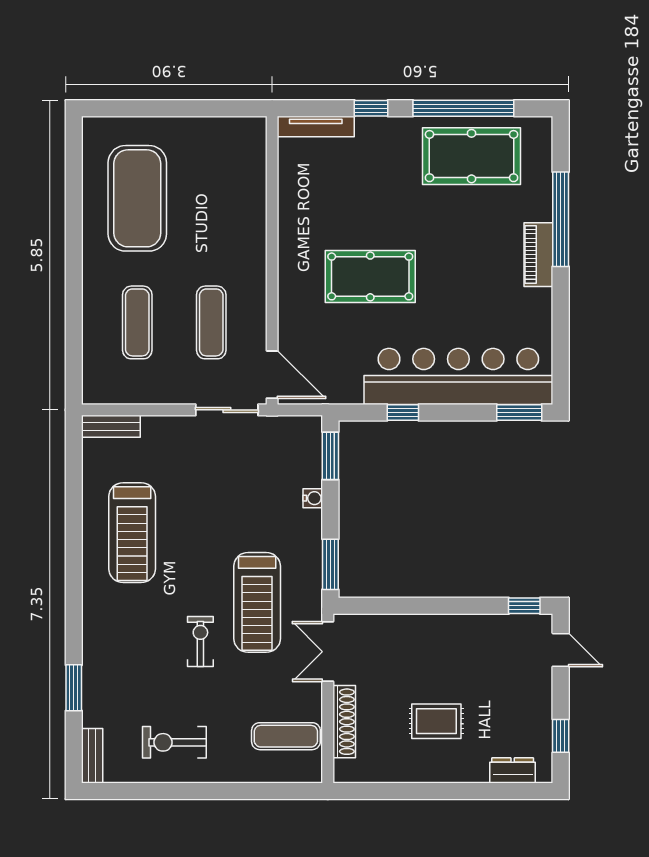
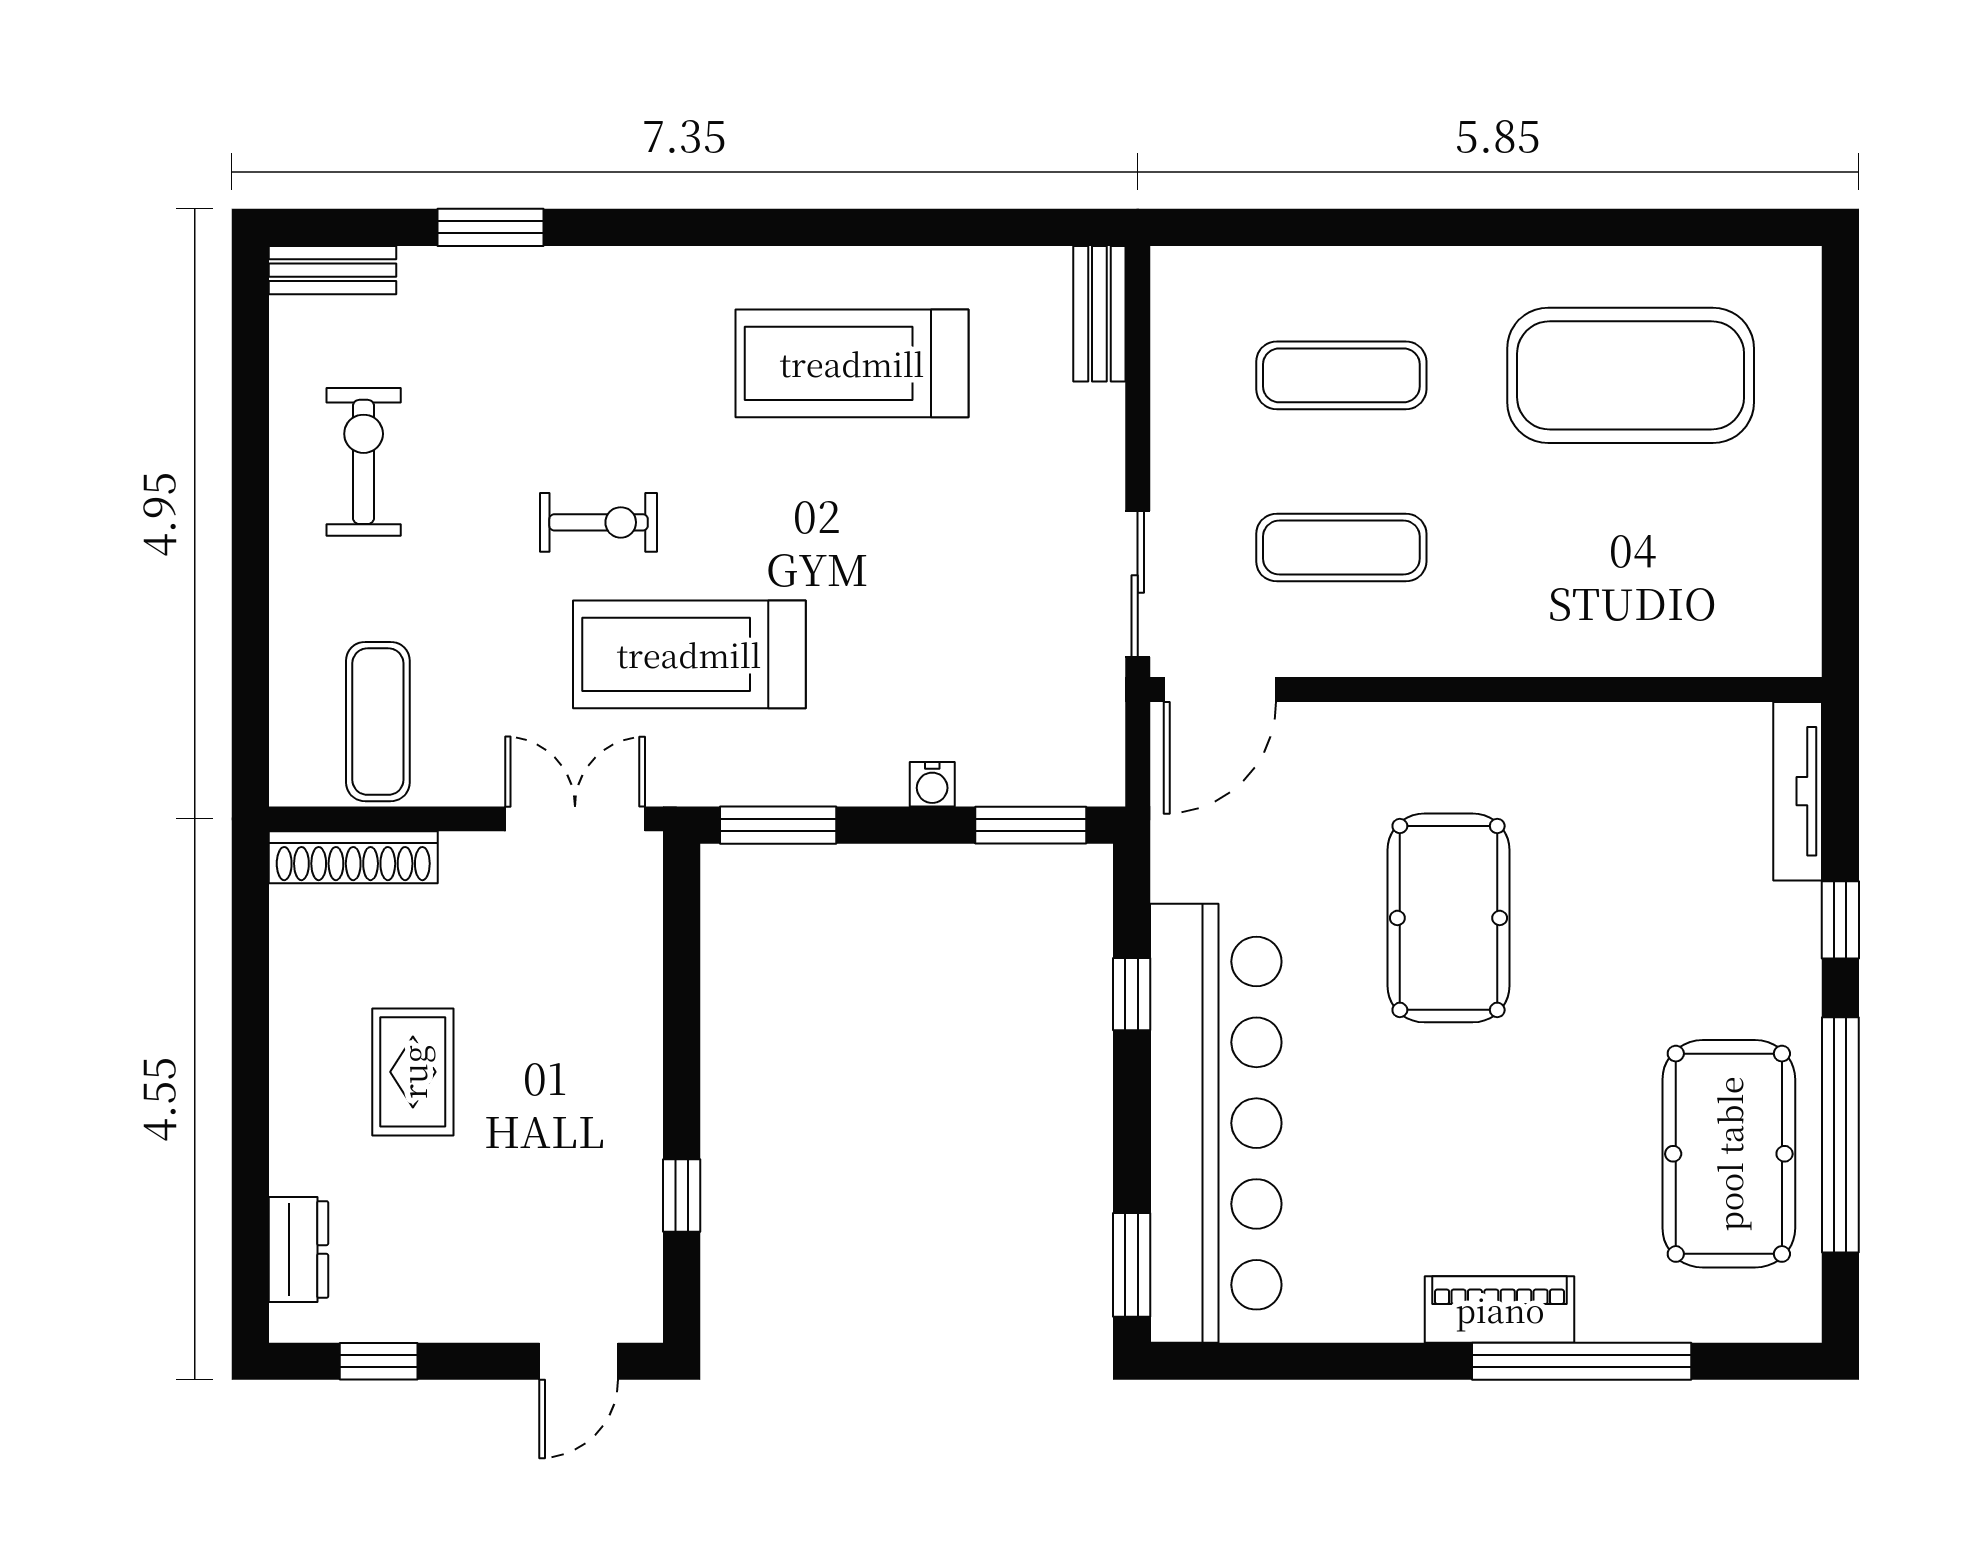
window: (524, 606) -> (682, 1195), moved
shoe rack: (344, 722) -> (353, 857), moved

